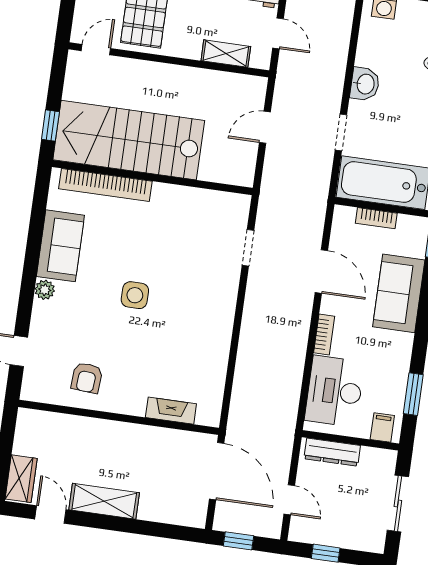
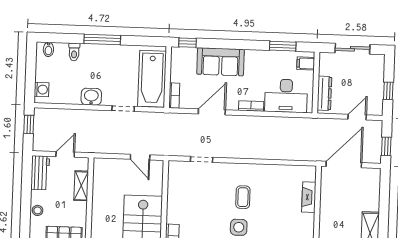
door: (265, 127) -> (140, 157), moved
bookcase: (376, 218) -> (174, 96), moved
coffee table: (182, 307) -> (243, 197), added

